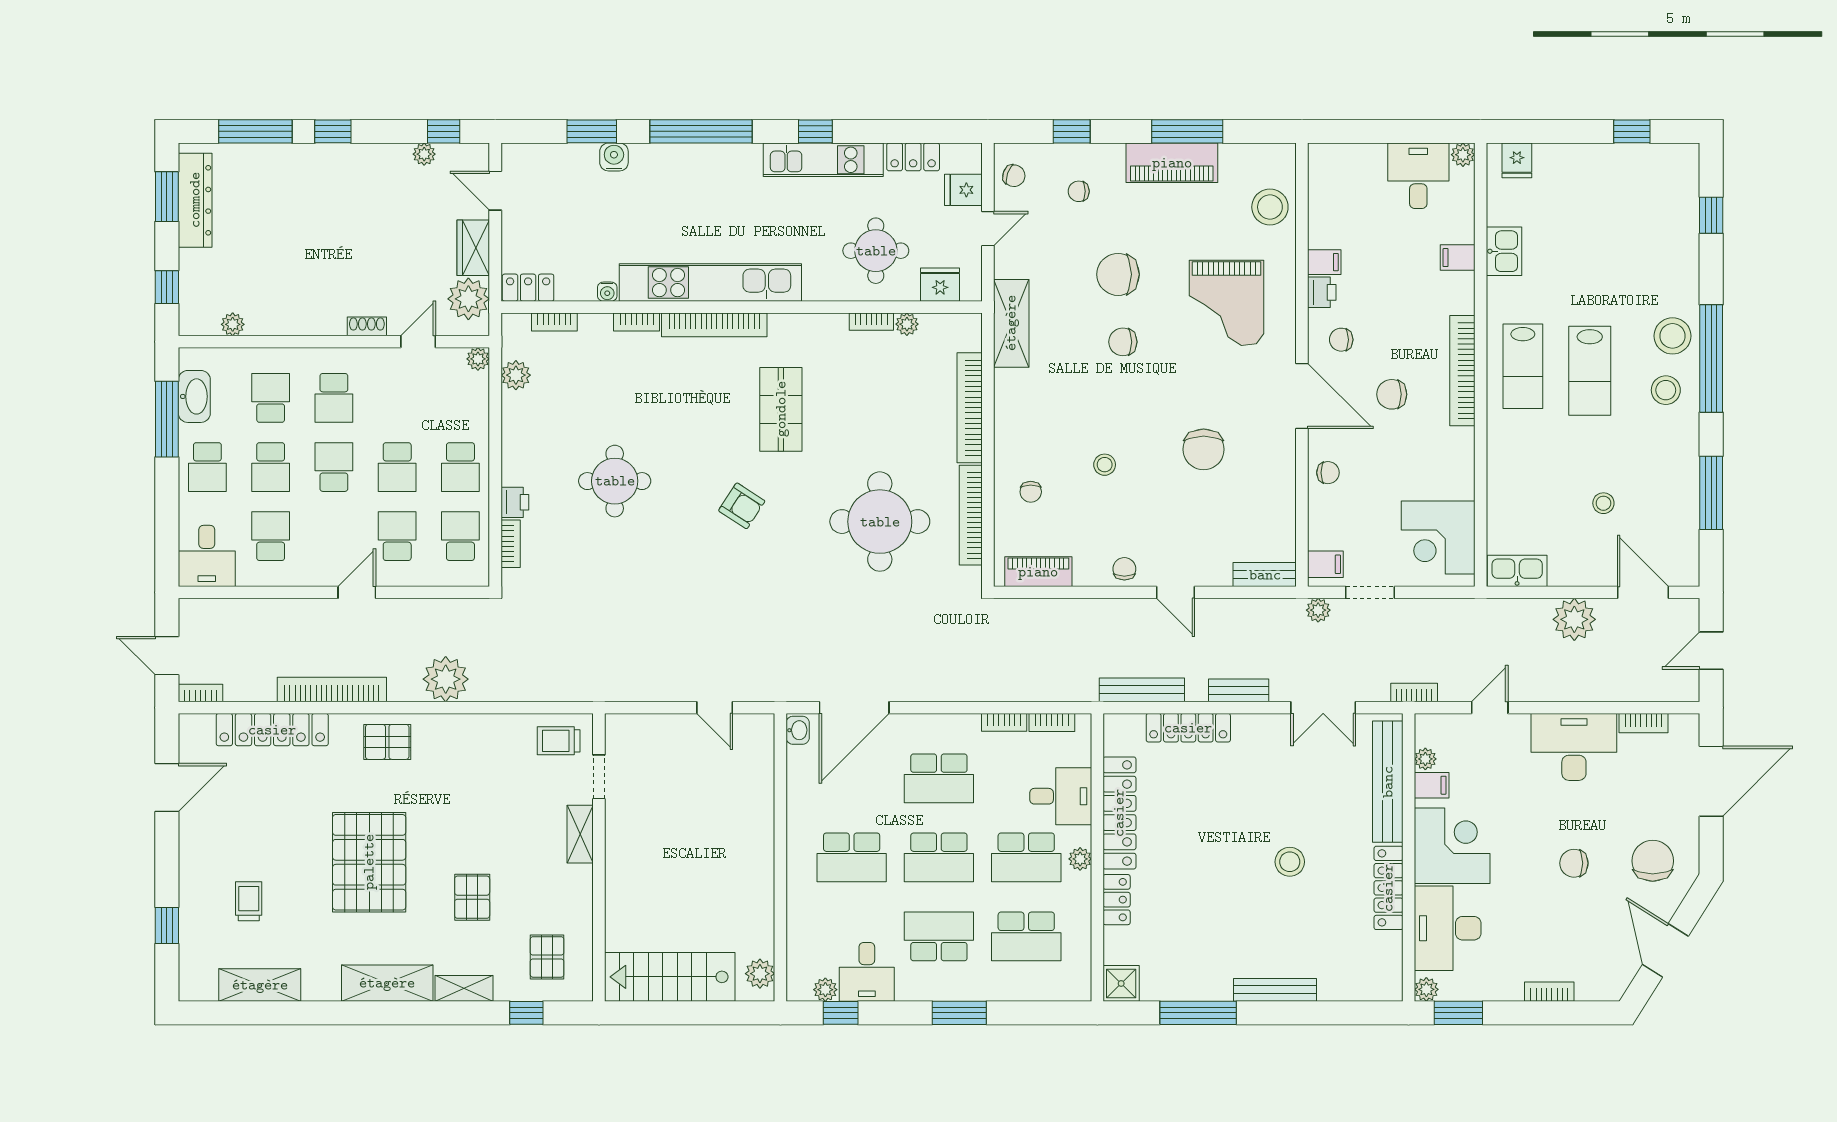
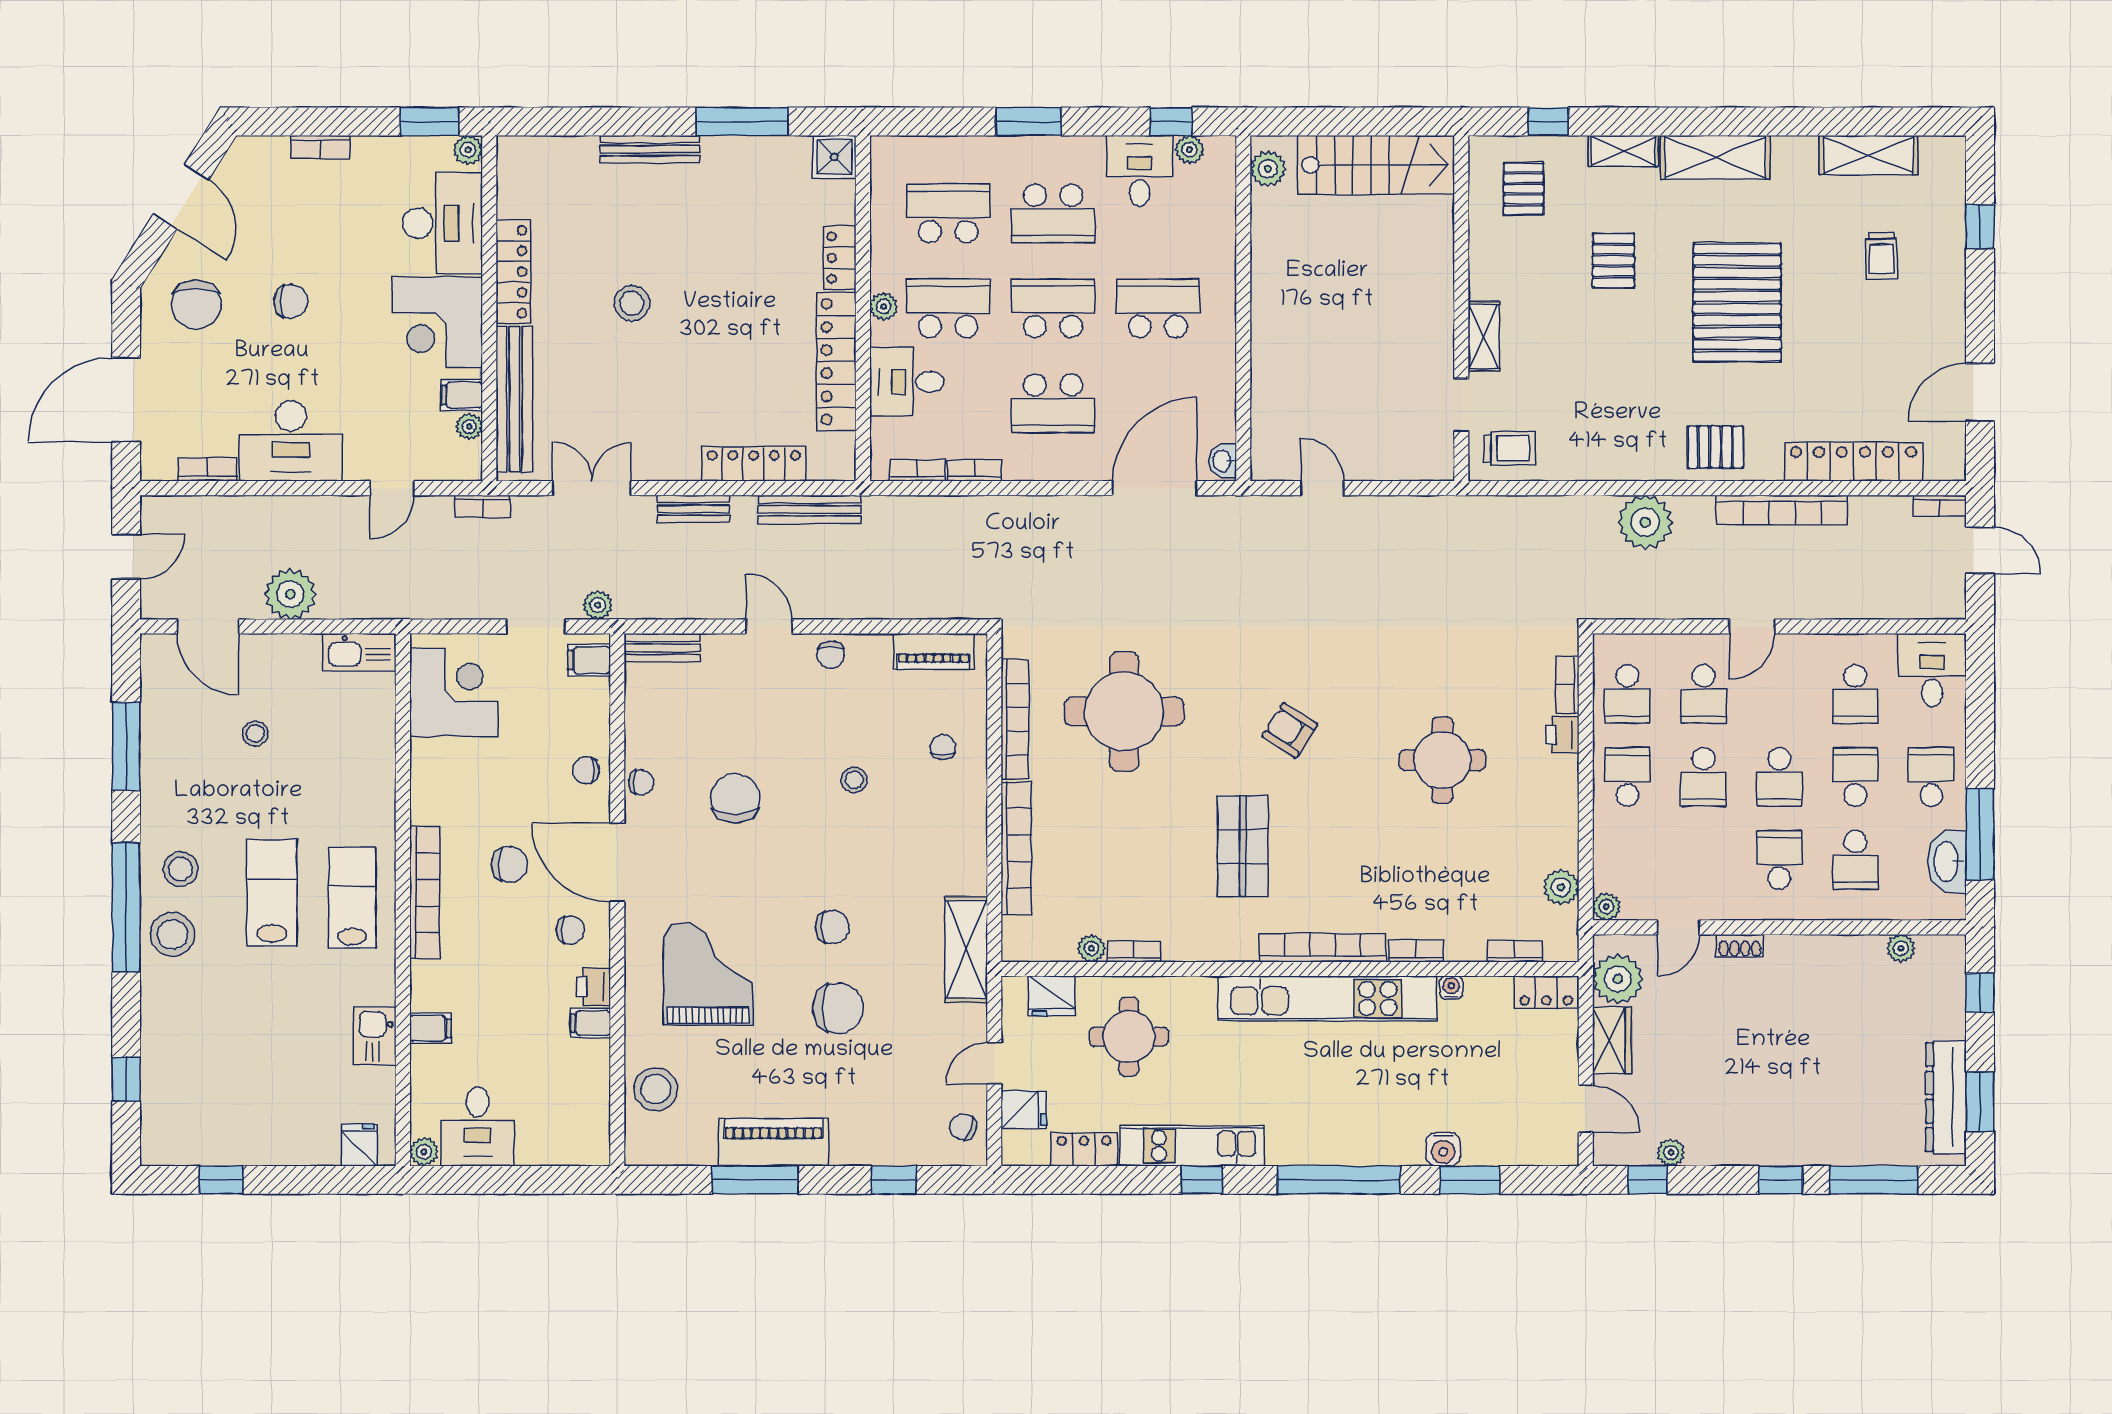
chair: (1079, 191) -> (641, 782), moved
school desk: (397, 467) -> (1703, 777), turned 180
school desk: (939, 778) -> (1053, 403), turned 180

